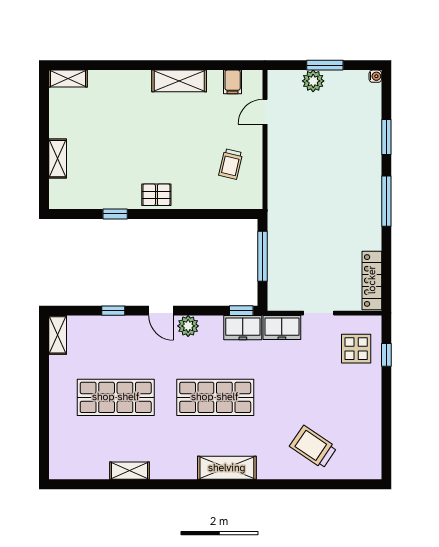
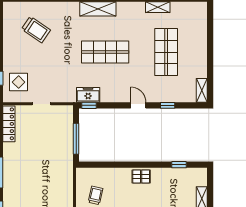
window: (115, 214) -> (179, 165), moved
plant: (188, 326) -> (122, 96), removed
freezer: (282, 328) -> (64, 95), removed
shop shelf: (116, 397) -> (166, 52), turned 90
trolley: (313, 447) -> (36, 30), moved

